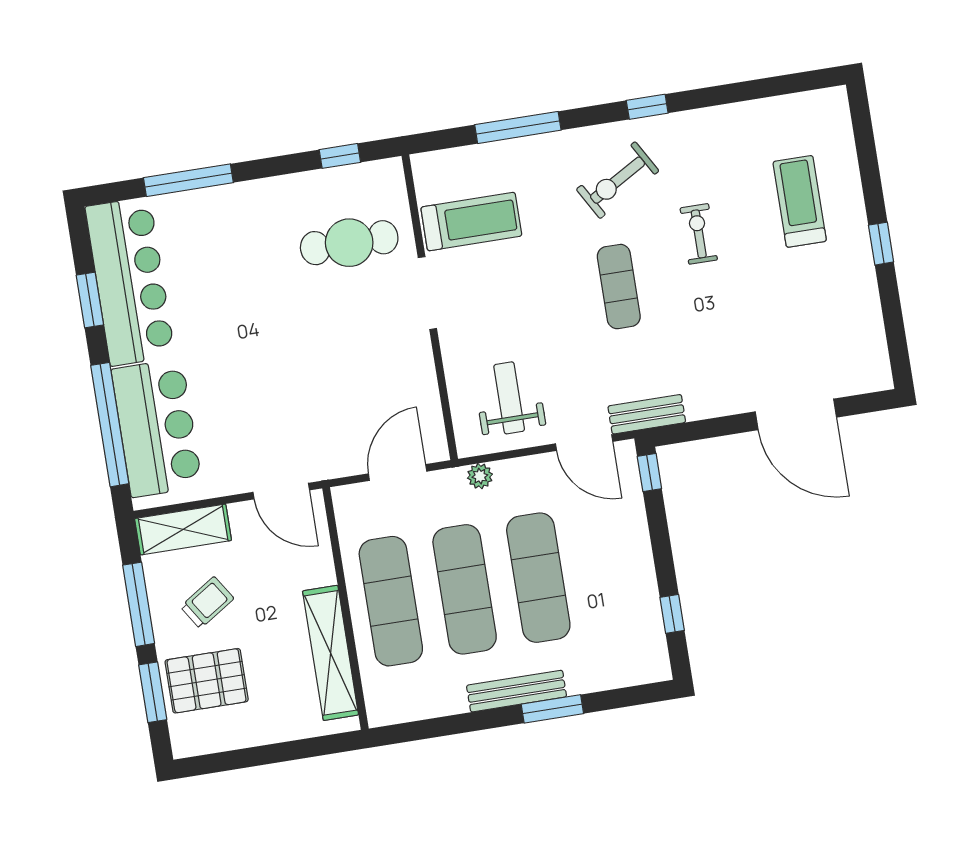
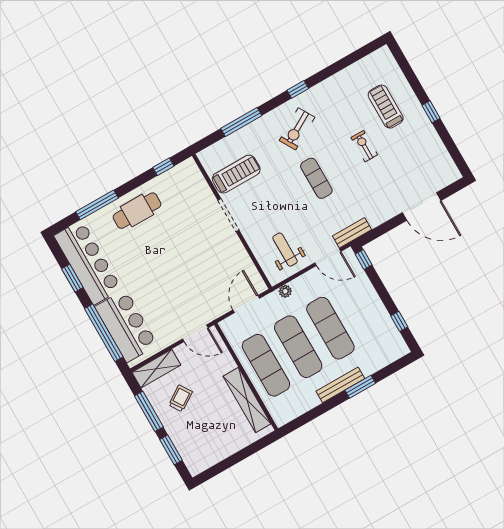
exercise bike: (699, 234) -> (364, 146), moved
cafe table: (349, 243) -> (137, 211), moved
pallet: (207, 681) -> (194, 435), removed

